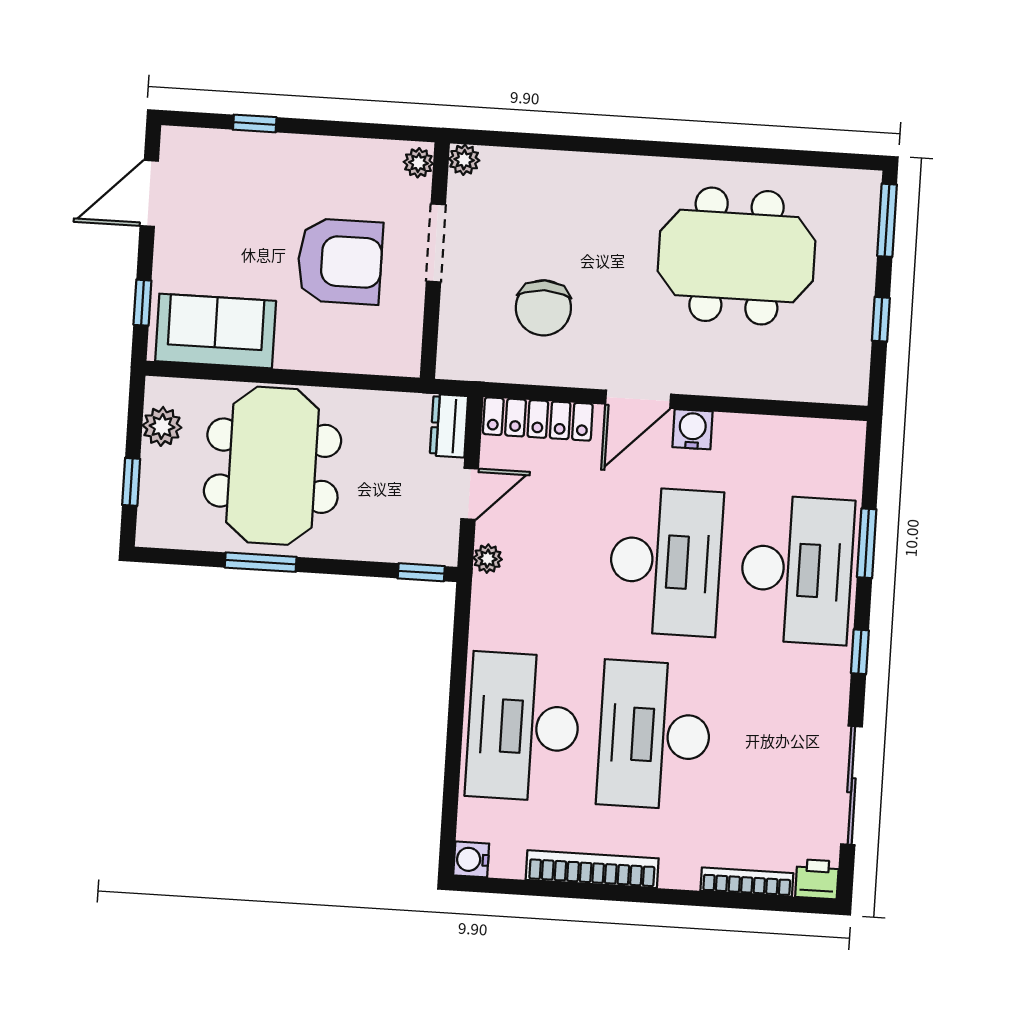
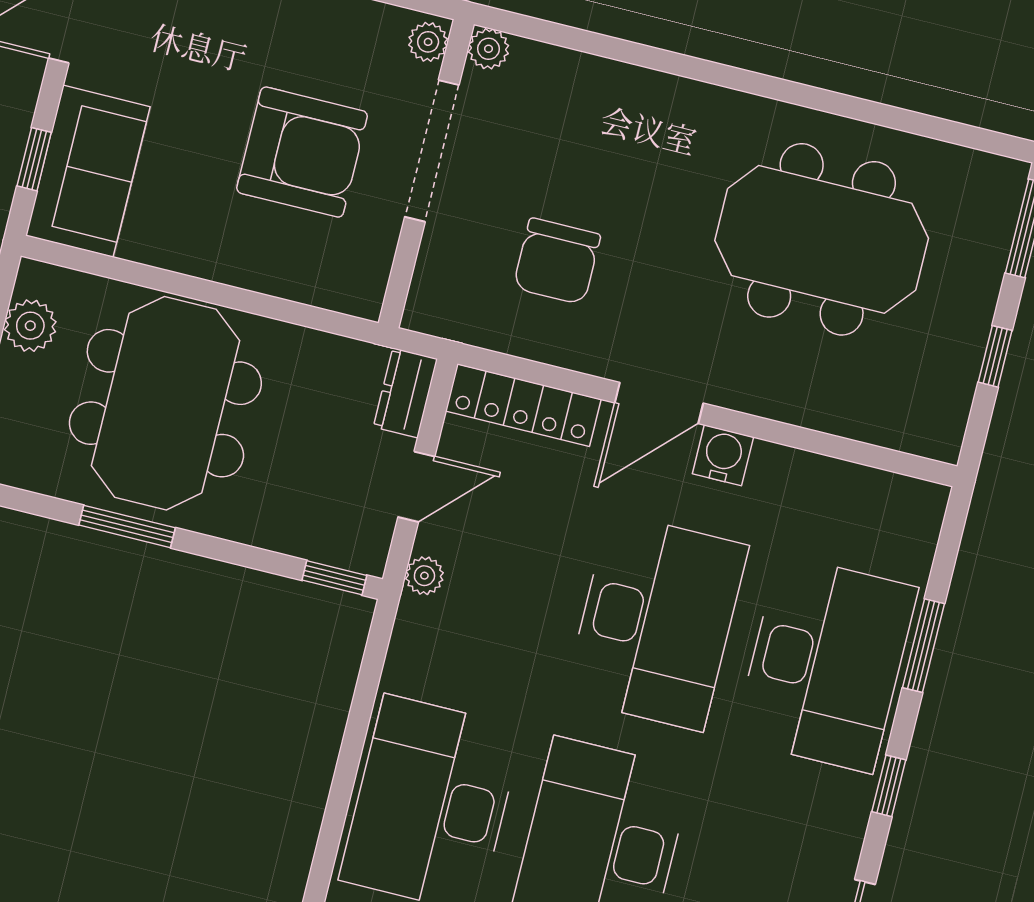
doorway: (436, 243) -> (432, 151), width x1.36
sofa: (216, 331) -> (88, 171), moved, turned 90

